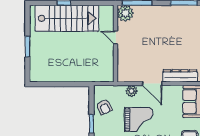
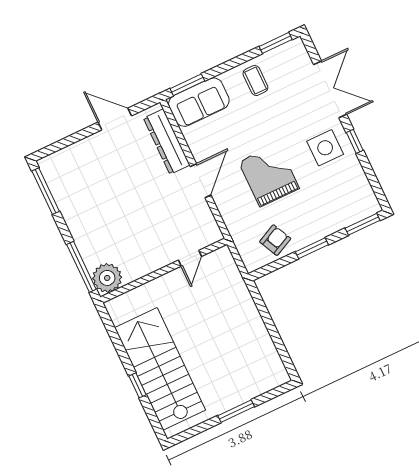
door: (116, 38) -> (190, 258), moved
plant: (132, 91) -> (228, 209), removed

